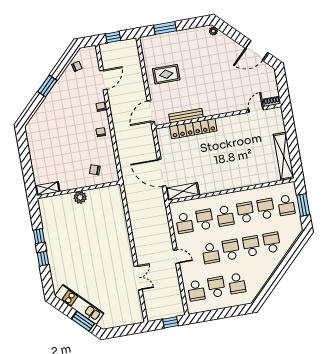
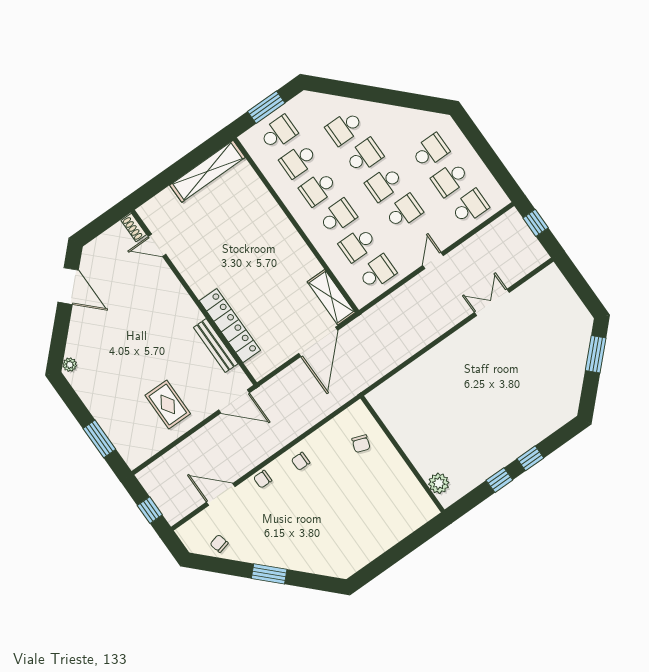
shelving: (48, 189) -> (422, 501), removed
plant: (80, 197) -> (439, 483), moved
school desk: (251, 246) -> (364, 156), turned 180
kitchen unit: (79, 304) -> (573, 372), removed

